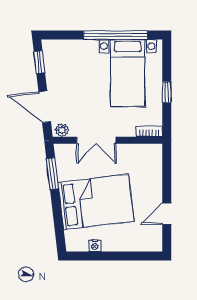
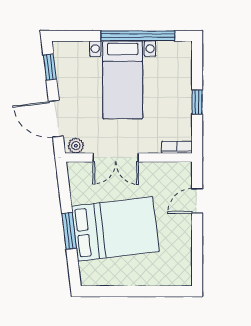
bed with nightstands: (128, 73) -> (123, 80), moved
window: (53, 174) -> (69, 231), moved
door: (167, 214) -> (197, 201), moved
nightstand: (95, 246) -> (114, 280), removed

